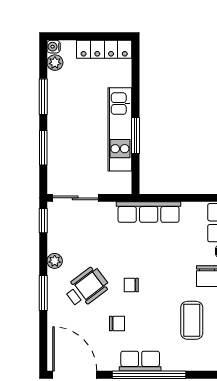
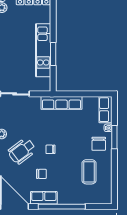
wheelchair: (87, 288) -> (22, 151), turned 180
row of seats: (140, 361) -> (44, 198), moved

